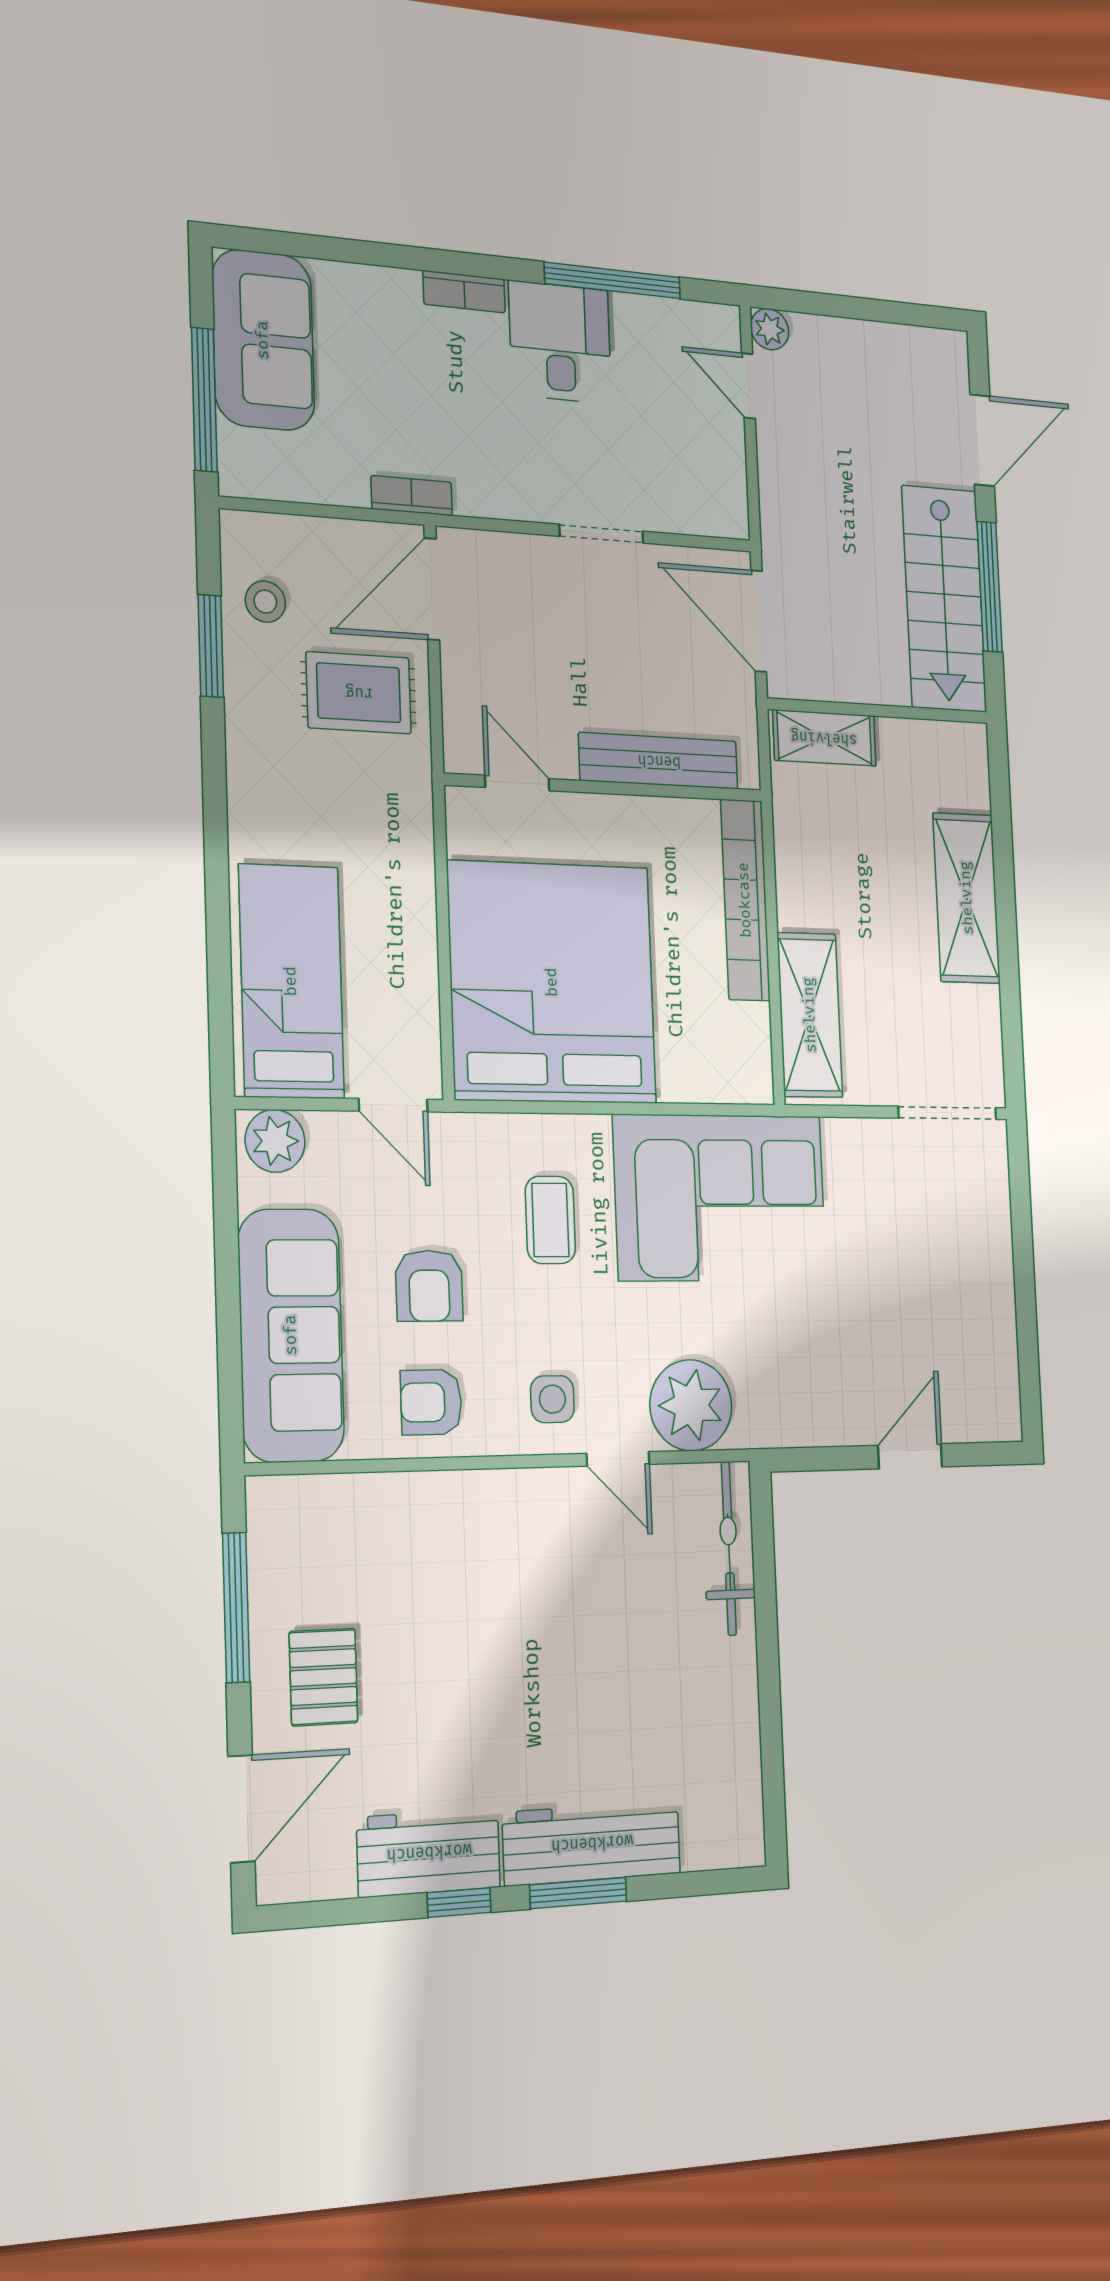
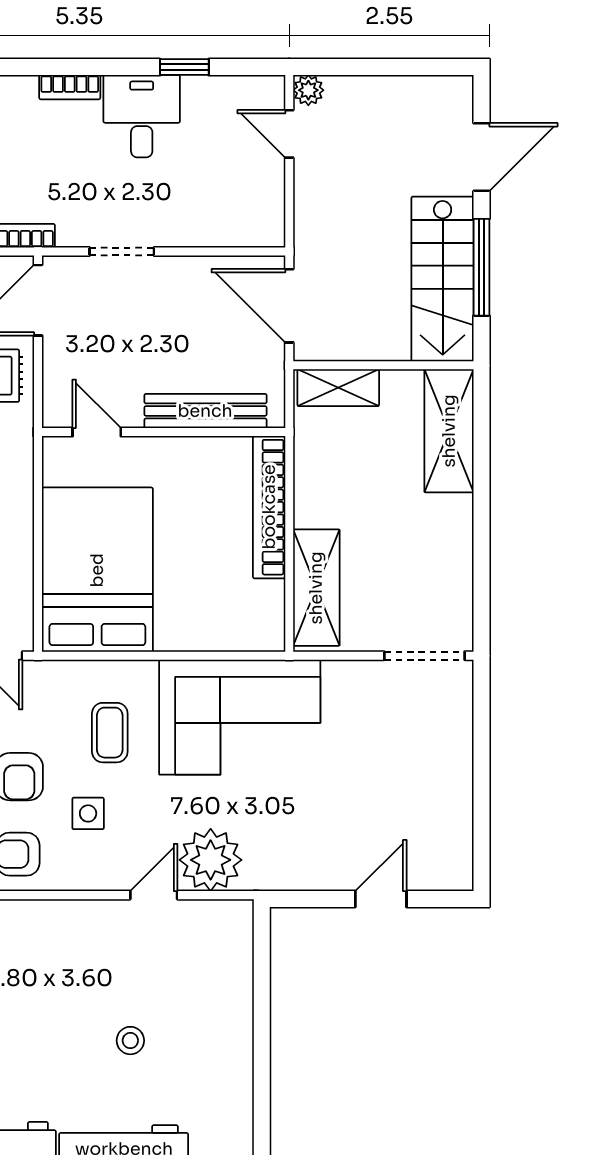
window: (613, 280) -> (184, 67), width x0.46
doorway: (601, 534) -> (122, 251), moved
shelving: (967, 898) -> (449, 431), moved
bed: (552, 982) -> (97, 570), width x0.73
side table: (552, 1399) -> (88, 813), moved
door: (618, 1459) -> (154, 895), swing flipped
bicycle: (729, 1548) -> (235, 958), removed
stool: (595, 1677) -> (130, 1041), added

